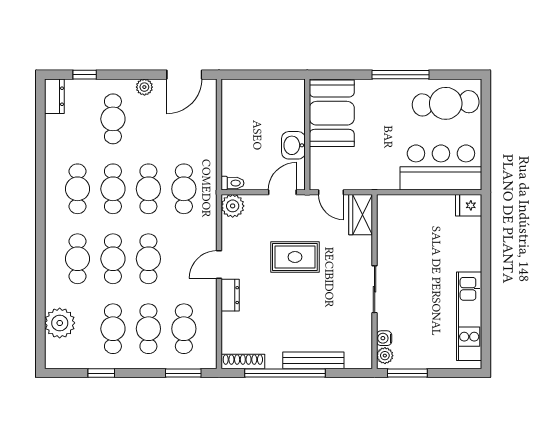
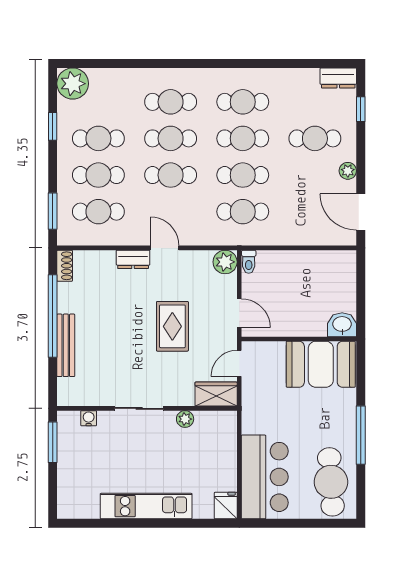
washbasin: (293, 145) -> (342, 325), moved
kitchen unit: (469, 316) -> (146, 506), moved
plant: (60, 323) -> (73, 84), moved
plant: (385, 356) -> (185, 419), moved
shoe rack: (243, 361) -> (65, 266), width x0.70

